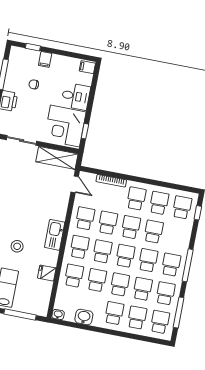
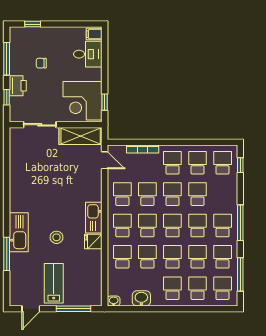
filing cabinet: (45, 59) -> (48, 35), removed
desk: (76, 96) -> (88, 54), moved
fridge: (47, 273) -> (93, 242), moved

